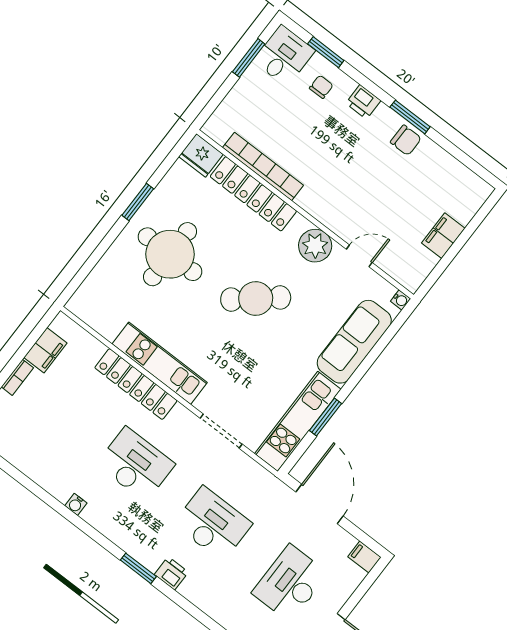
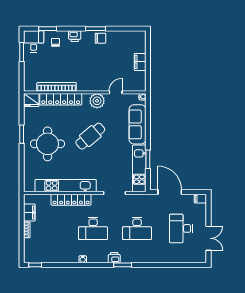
kitchen unit: (160, 363) -> (66, 186), width x1.36
desk: (136, 464) -> (93, 228), turned 180
desk: (213, 524) -> (137, 228), turned 180
printer: (171, 573) -> (114, 258), moved

